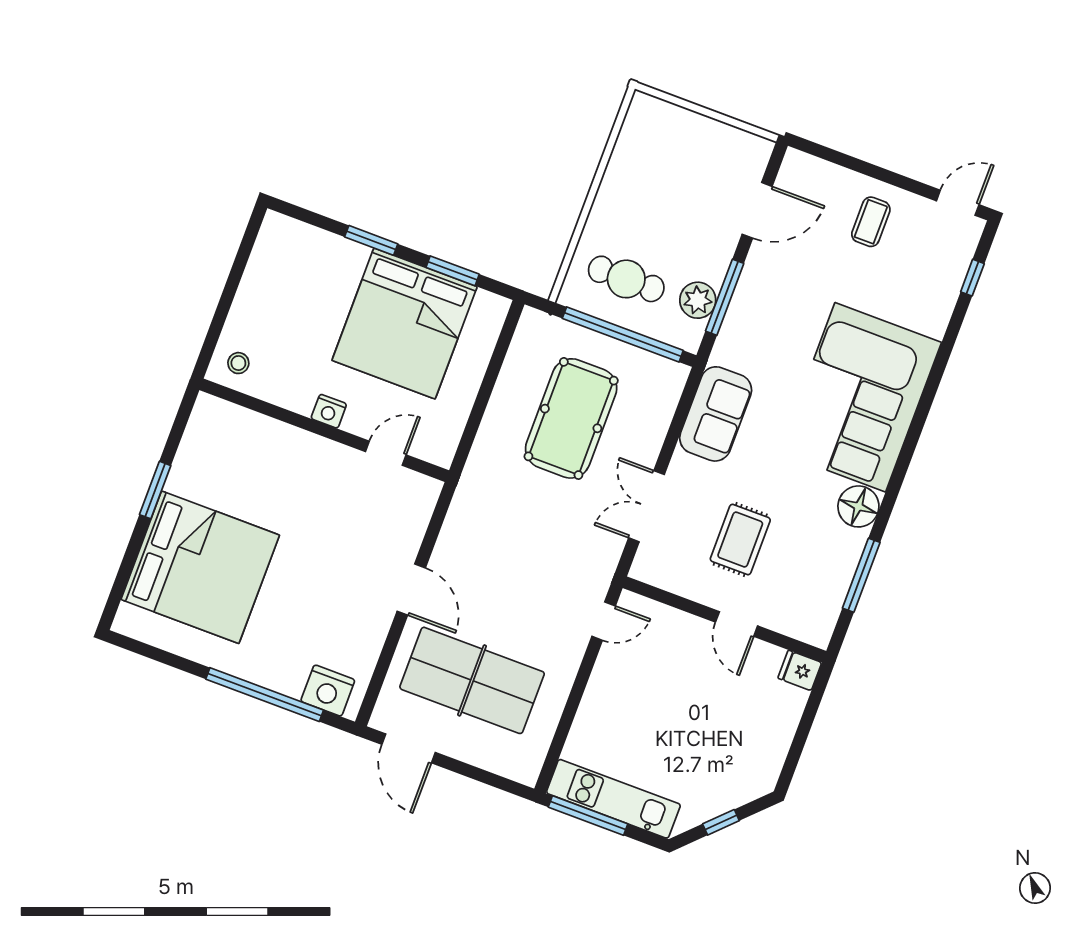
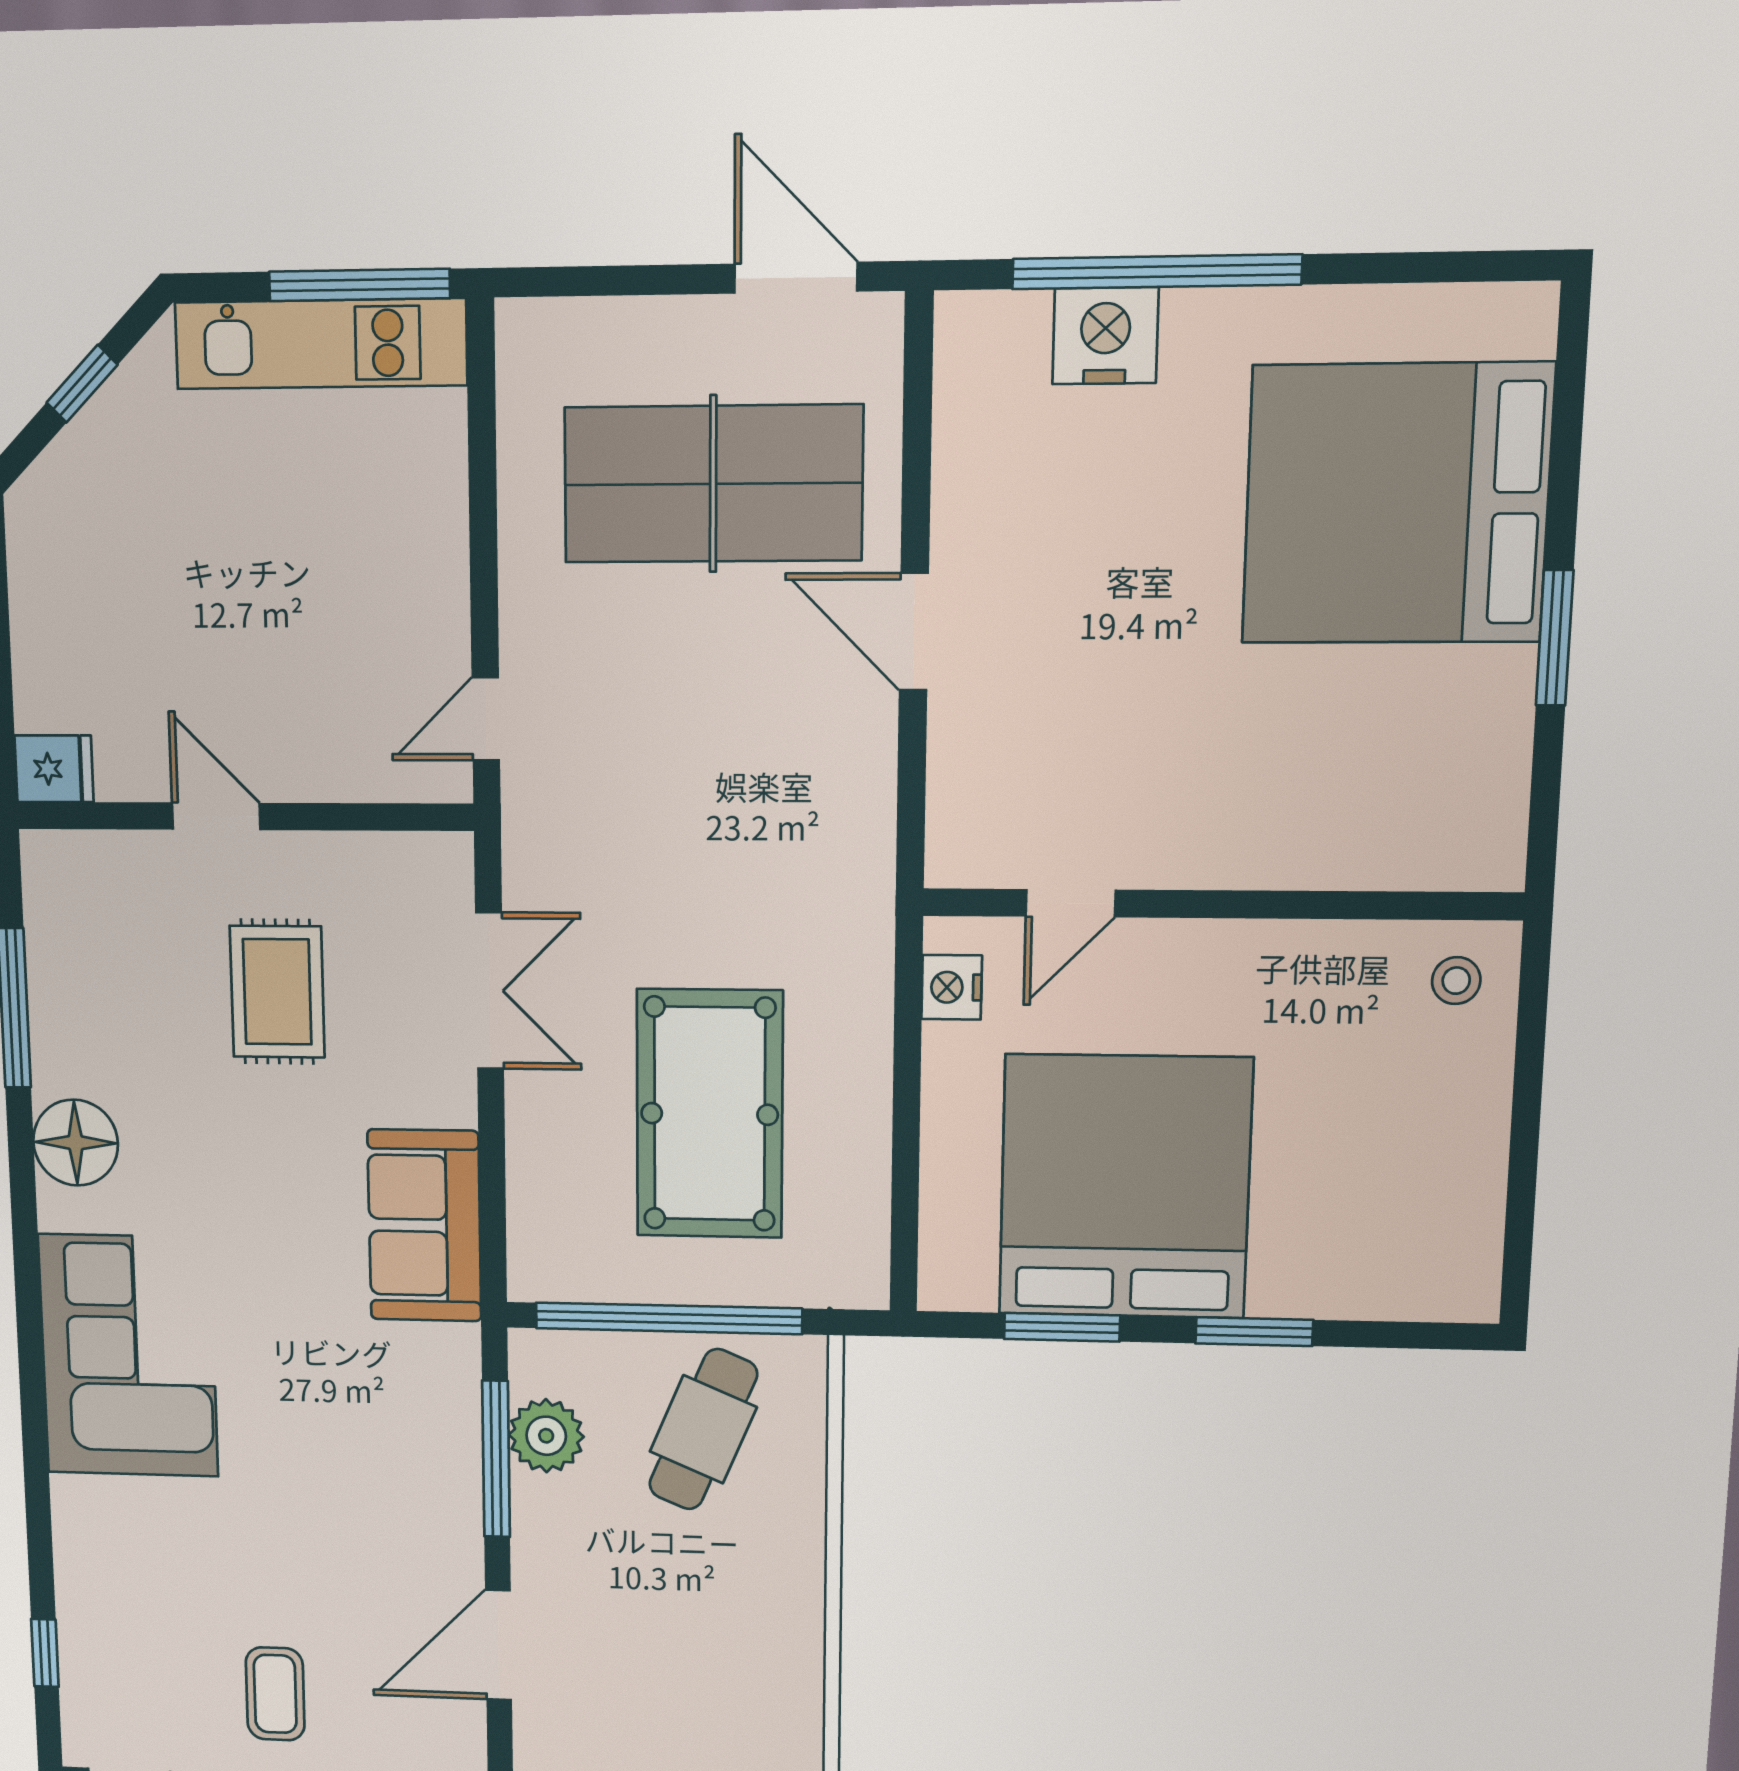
cafe table: (626, 279) -> (703, 1429), turned -67
corner sofa: (860, 397) -> (128, 1356), width x0.73, depth x0.74
nightstand: (329, 411) -> (952, 987), moved, turned -90
nightstand: (328, 691) -> (1105, 336), moved

